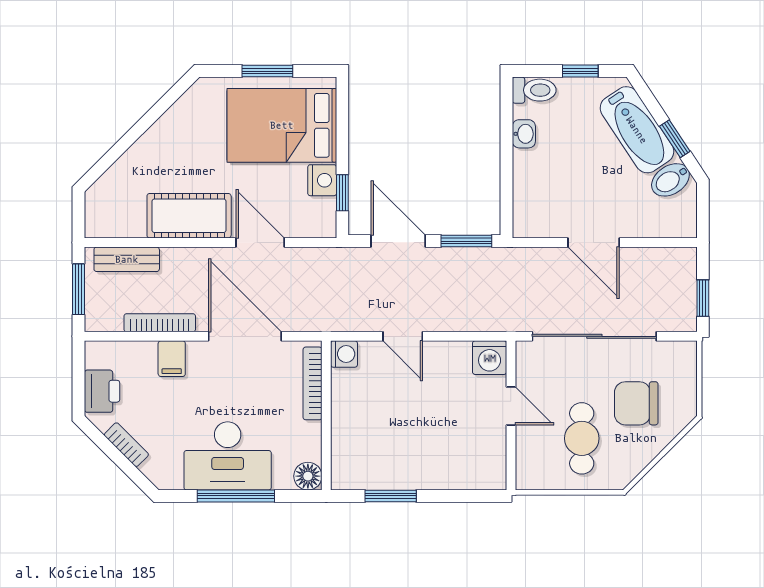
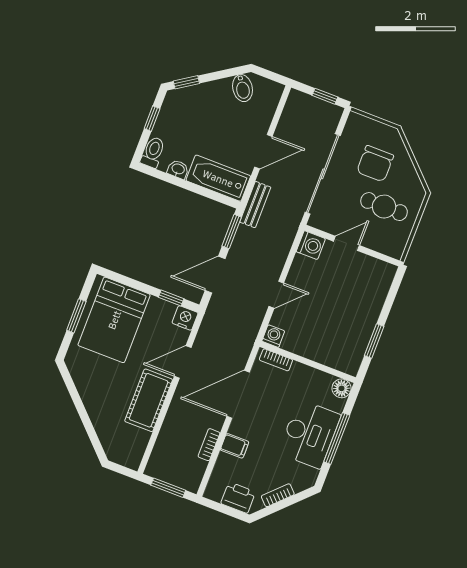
bathtub: (637, 130) -> (218, 178), moved, turned -146
window: (675, 139) -> (186, 82), moved
nightstand: (322, 180) -> (185, 318), moved
bench: (127, 259) -> (255, 205), moved
bookcase: (160, 323) -> (209, 445), width x0.64
bookcase: (313, 383) -> (276, 360), width x0.64

